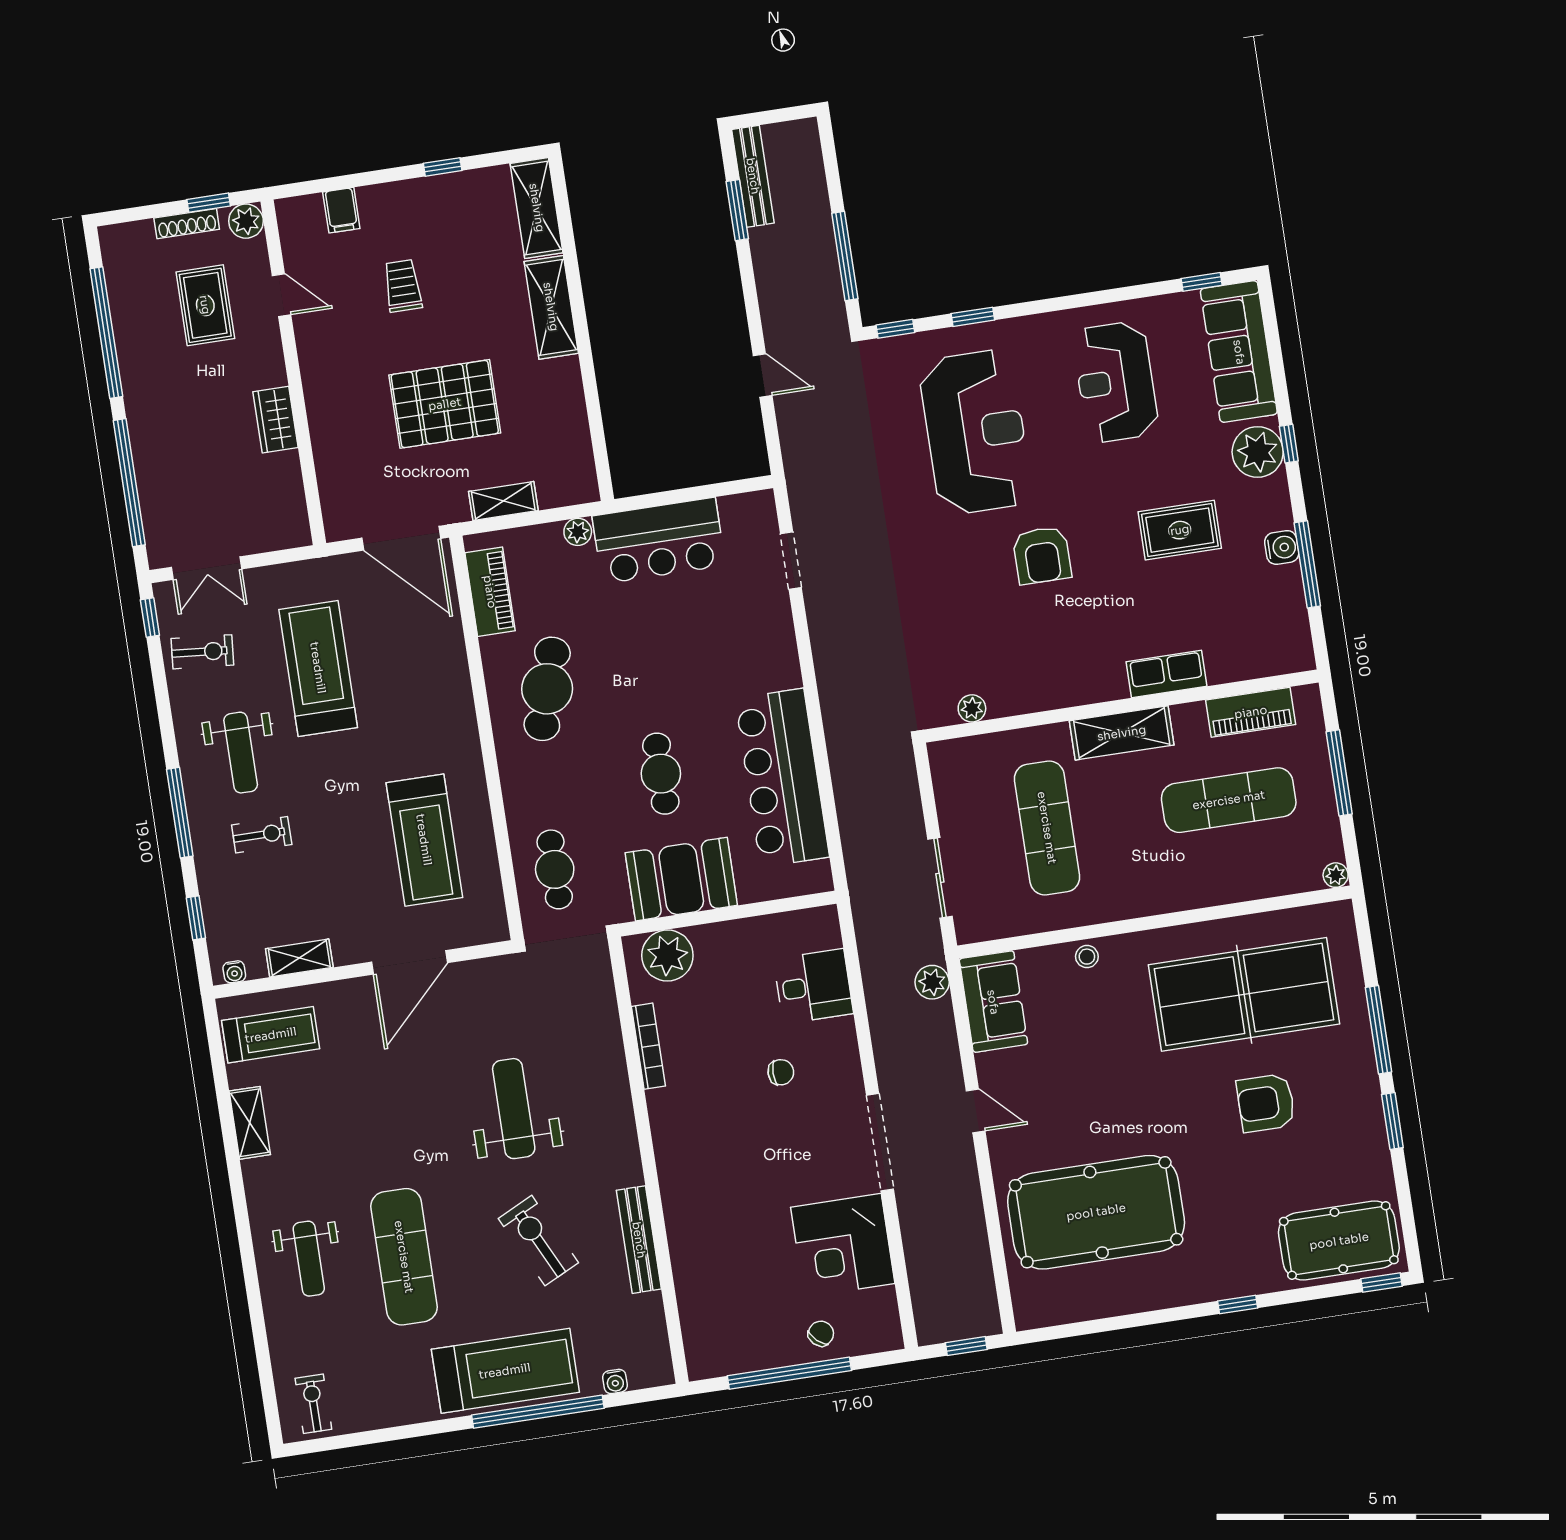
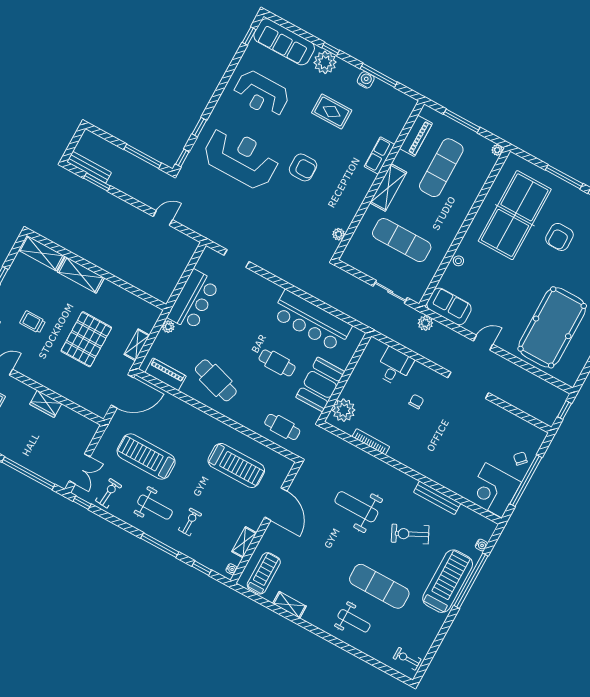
rug: (1180, 530) -> (332, 111), turned 90
corner desk: (843, 1245) -> (494, 490), moved, turned 90

